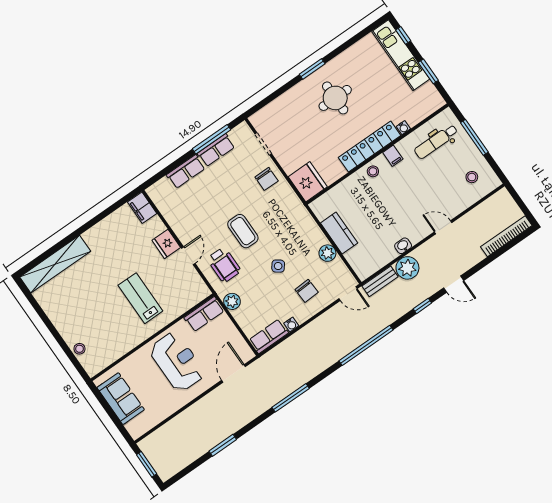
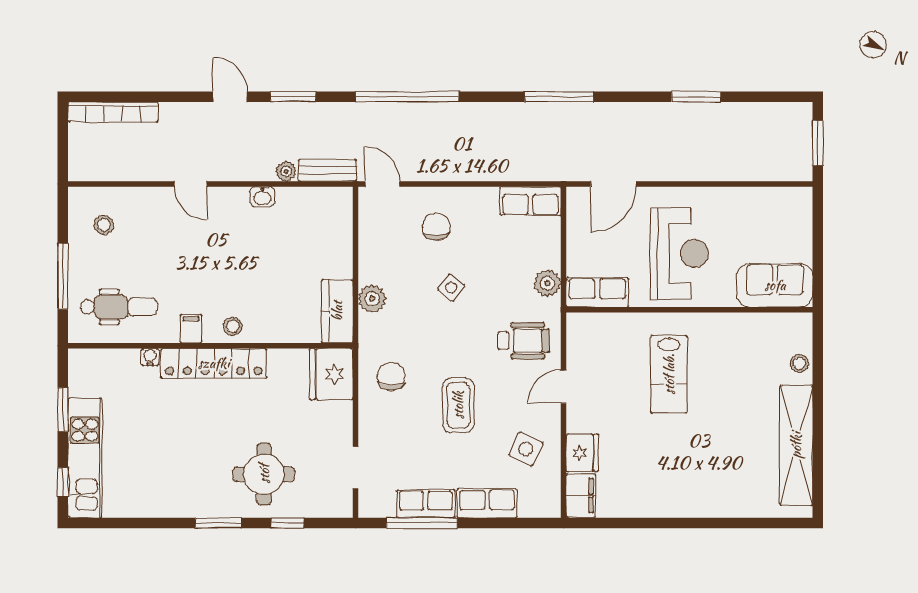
window: (278, 93) -> (288, 523), added
round table: (335, 98) -> (264, 474), moved
chair: (267, 179) -> (391, 376), moved
side table: (186, 212) -> (526, 449), added
coffee table: (243, 231) -> (458, 405), moved
kitchen counter: (339, 233) -> (337, 311), moved
fridge: (166, 244) -> (582, 453), moved
plant: (327, 253) -> (372, 299), moved
shelving: (55, 264) -> (796, 445), moved, turned 90
wheelchair: (224, 265) -> (524, 341), turned 90
plant: (407, 268) -> (286, 171), width x0.53, depth x0.53
window: (422, 306) -> (293, 97), width x1.50
water cooler: (291, 325) -> (489, 196), removed
reception desk: (177, 362) -> (679, 253), turned 180
sofa: (121, 399) -> (775, 285), moved, turned 90

